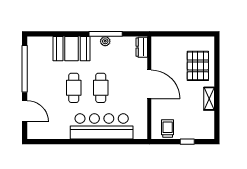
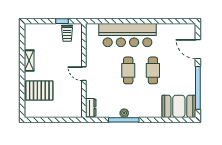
booth: (72, 49) -> (179, 106), moved
pallet: (198, 66) -> (39, 91), turned 90
door: (149, 84) -> (84, 74), width x0.53
window: (187, 142) -> (62, 21), moved

